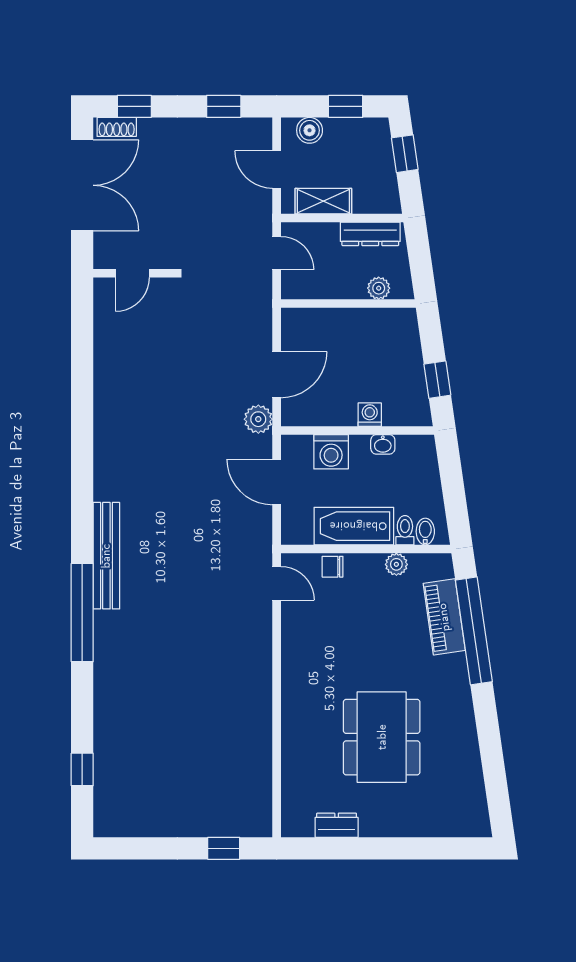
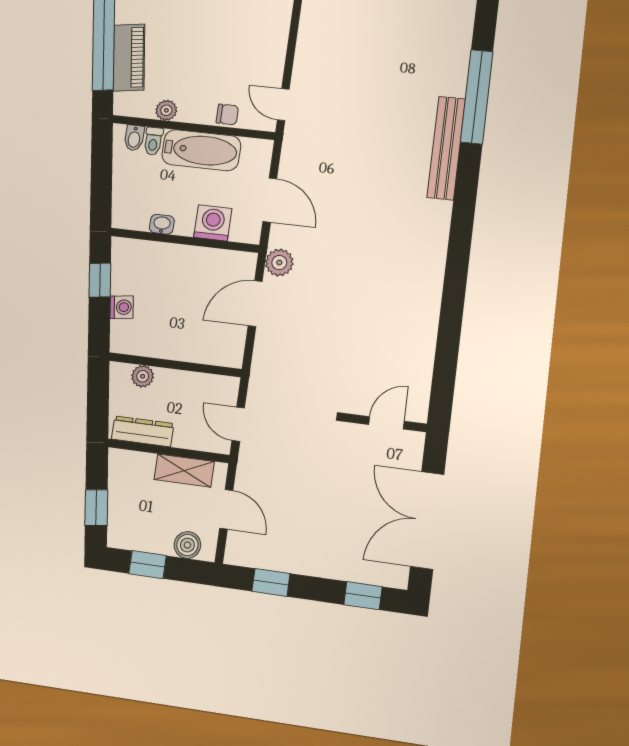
shoe rack: (117, 127) -> (384, 577), removed
washing machine: (370, 415) -> (122, 307), moved, turned -98

